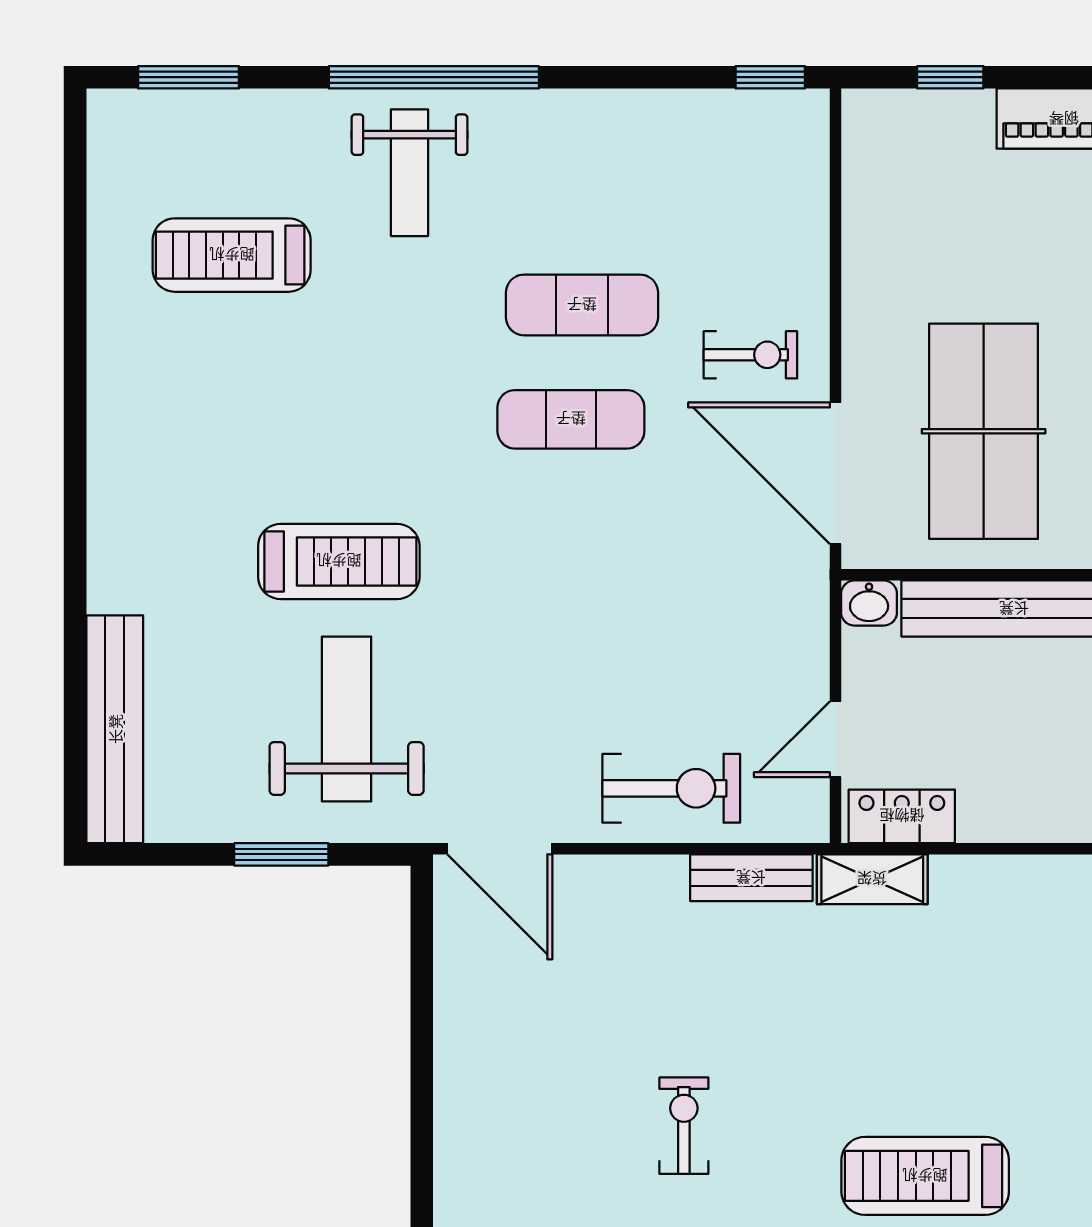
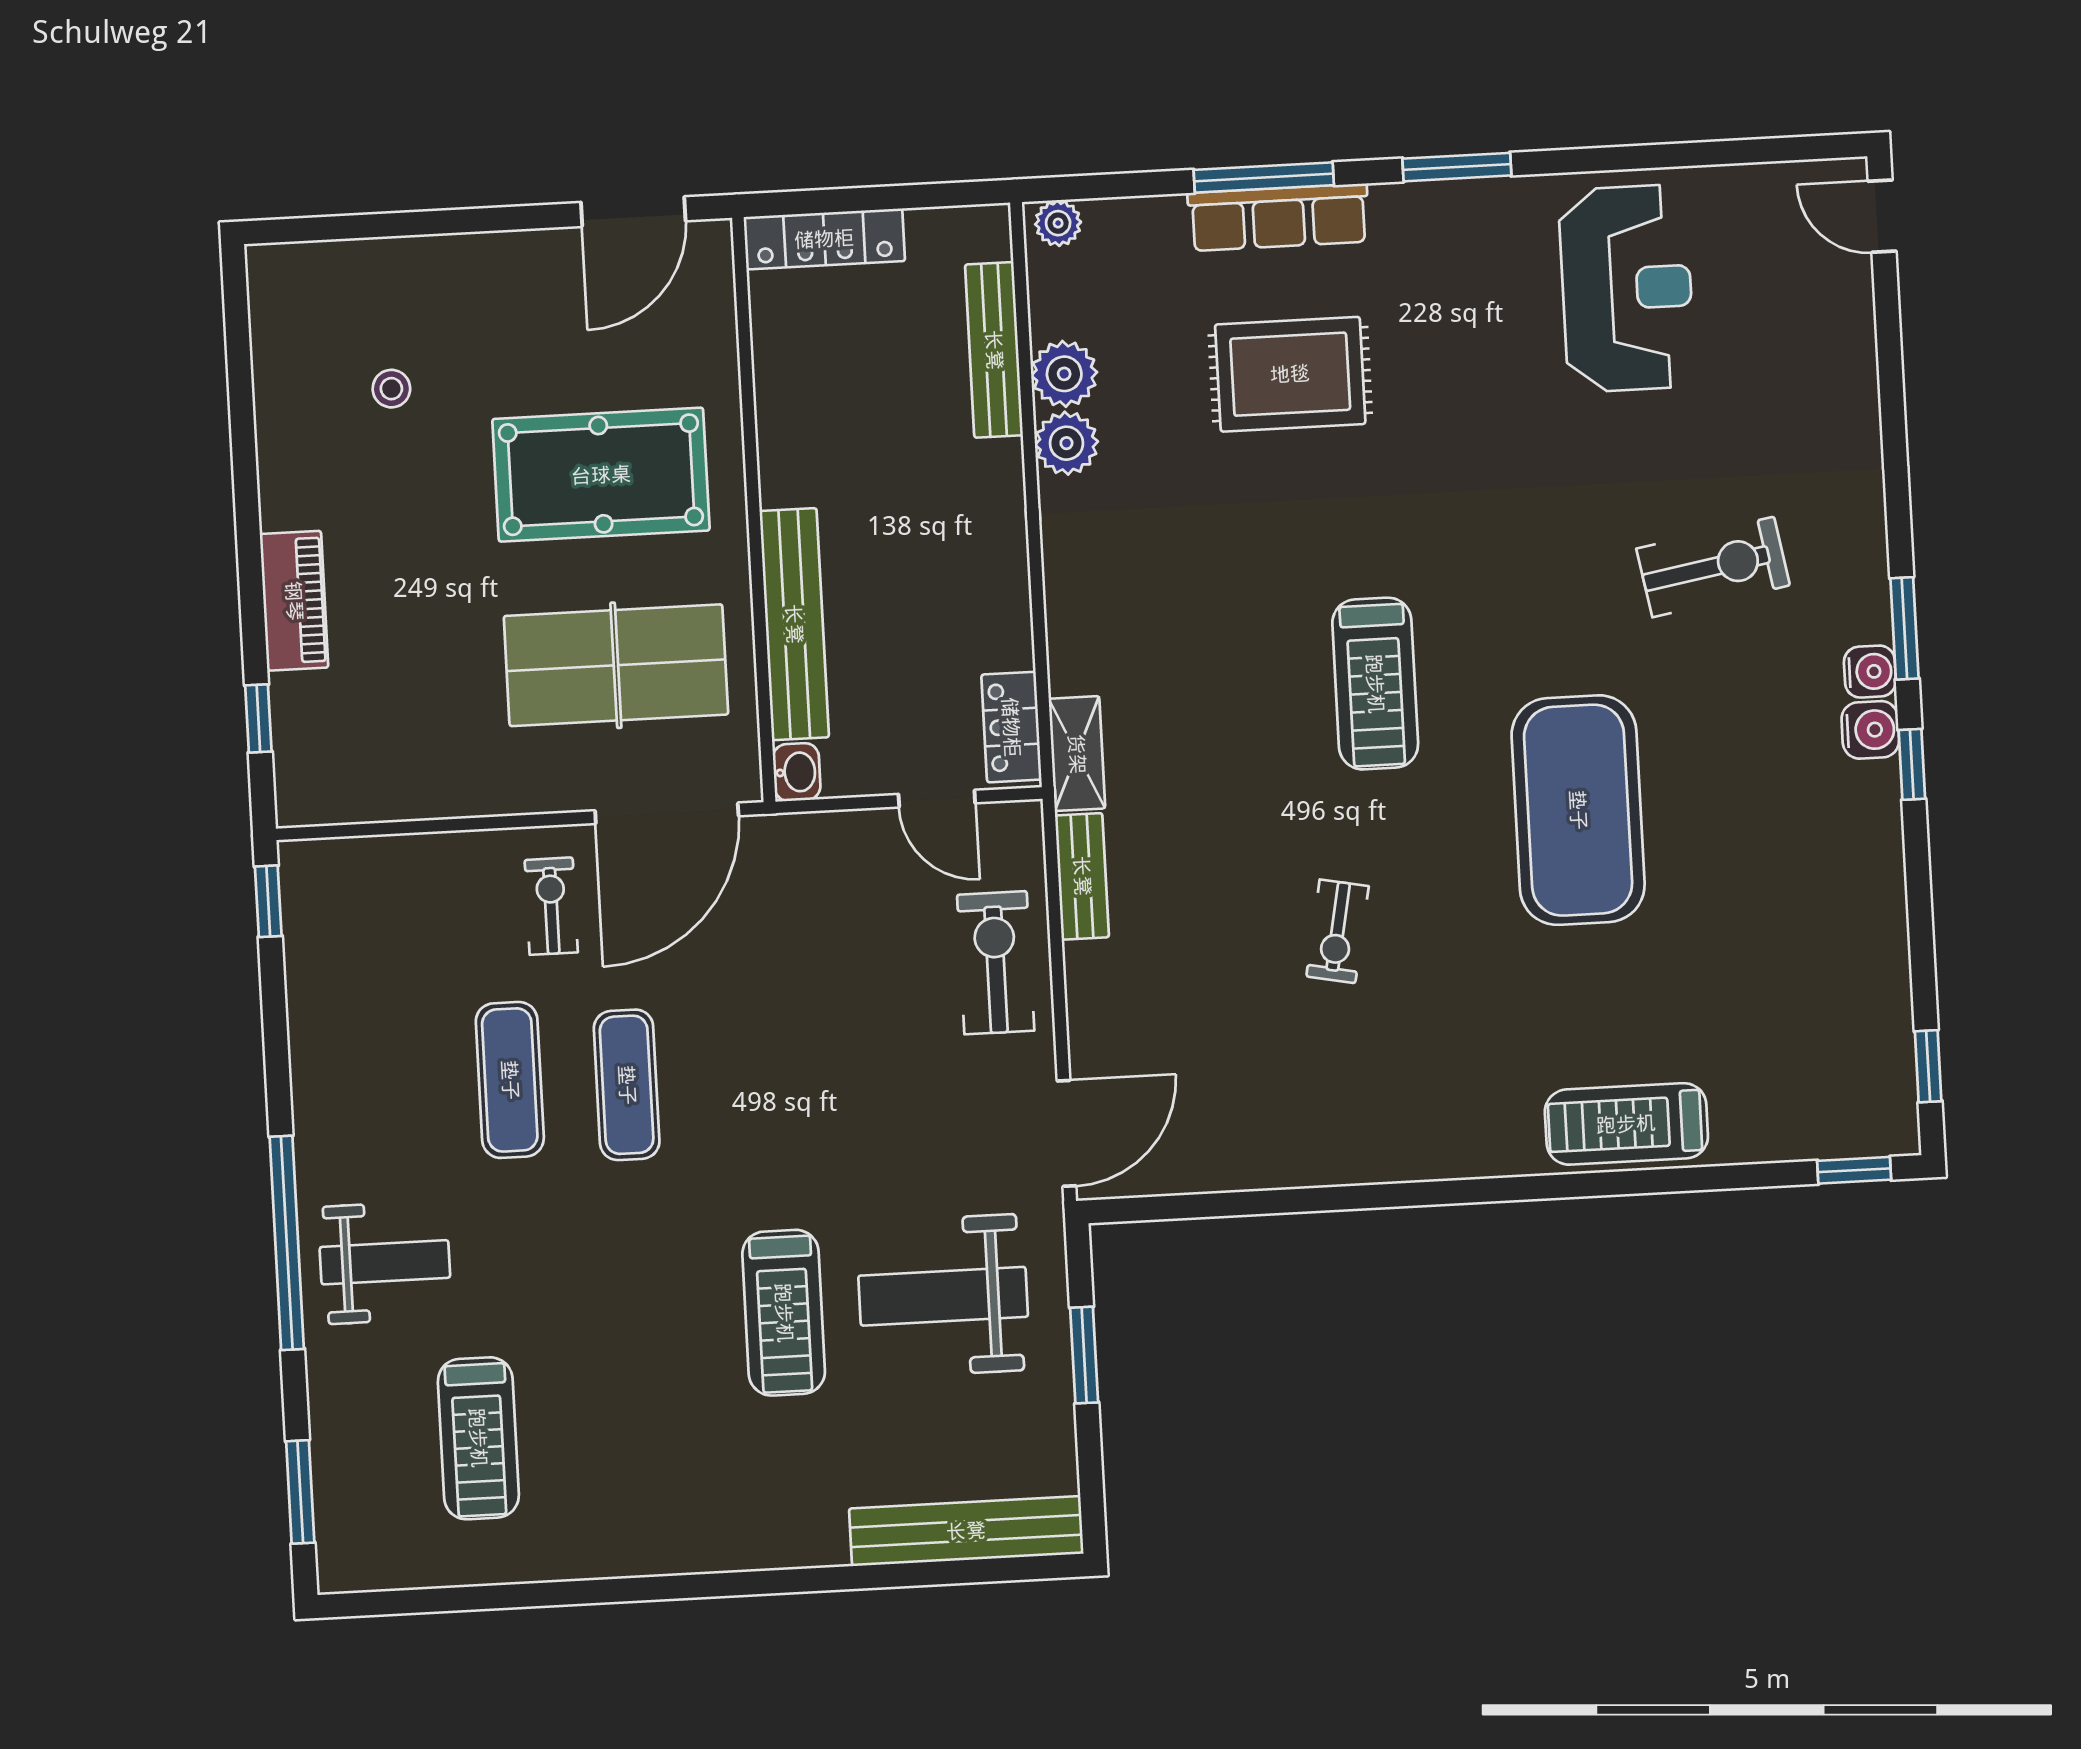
treadmill: (339, 561) -> (784, 1313), turned 180
exercise bike: (684, 1126) -> (1337, 931), turned -79

